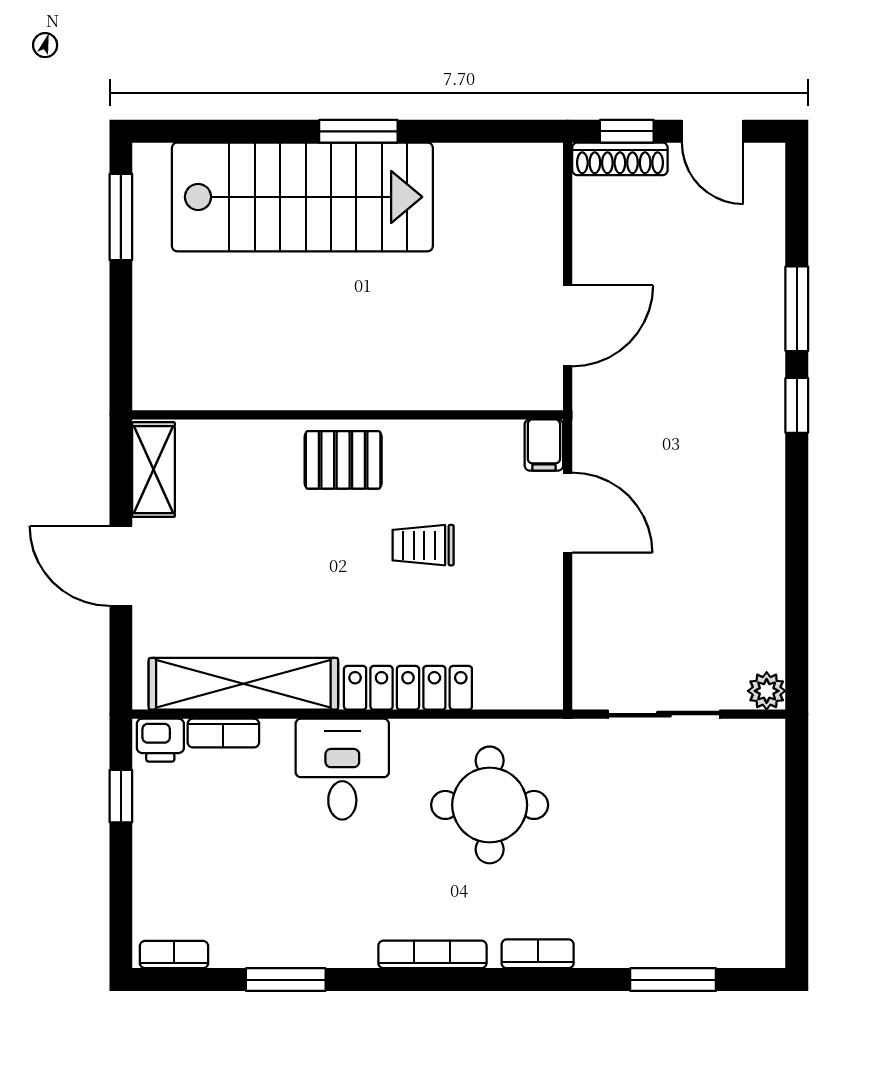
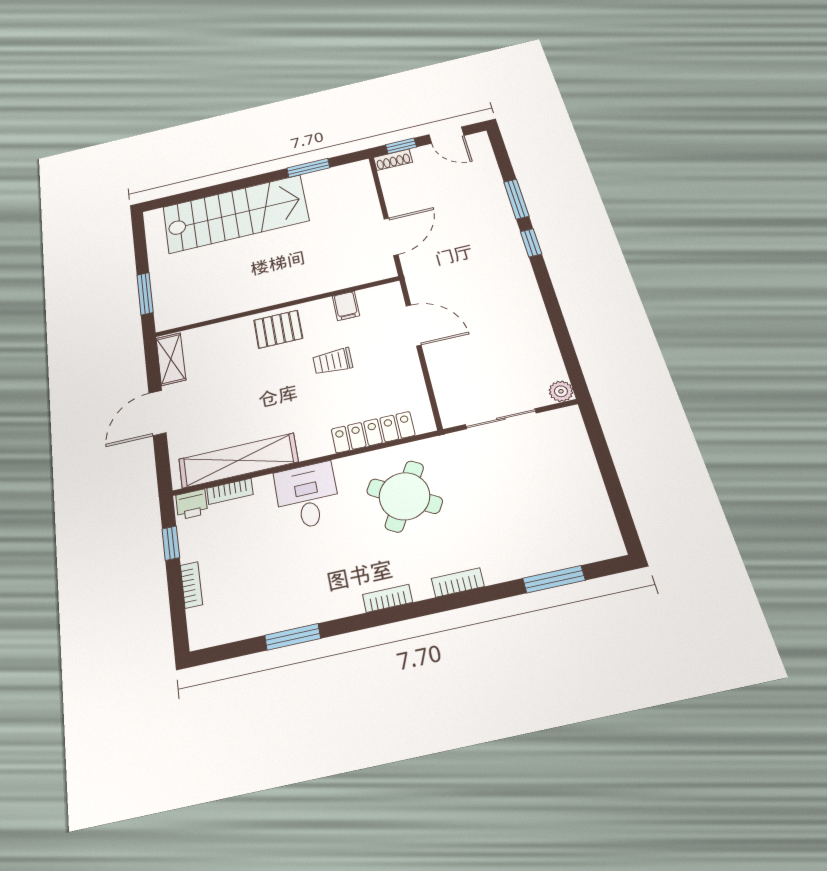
window: (358, 131) -> (308, 168), moved
shoe rack: (620, 159) -> (393, 160), width x0.70
window: (121, 217) -> (145, 294), moved
filing cabinet: (544, 445) -> (346, 306), moved
door: (121, 566) -> (157, 413), hinge flipped
locker: (408, 688) -> (373, 432), moved
round table: (490, 805) -> (404, 496), turned 30
bookcase: (432, 954) -> (388, 598), width x0.64
bookcase: (174, 955) -> (191, 585), moved, turned 90

